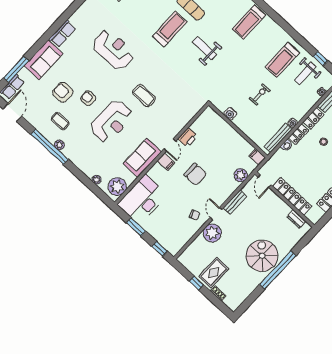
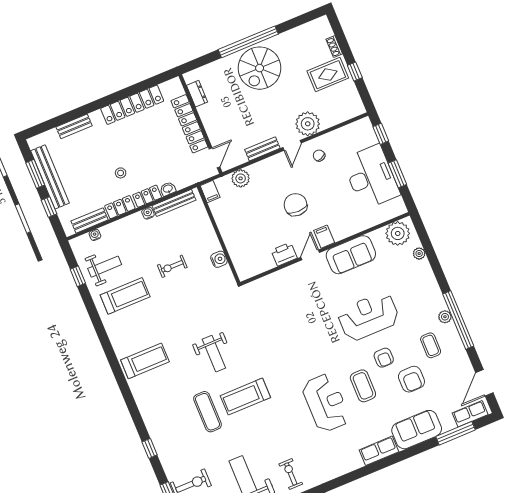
reception desk: (113, 50) -> (326, 403), turned 180
coffee table: (144, 96) -> (363, 386), moved
desk: (142, 200) -> (371, 177), moved, turned -90

